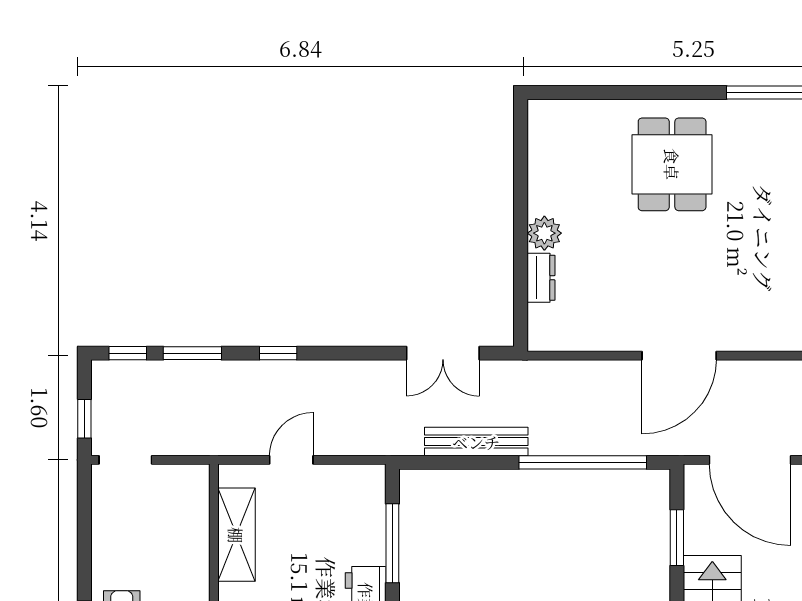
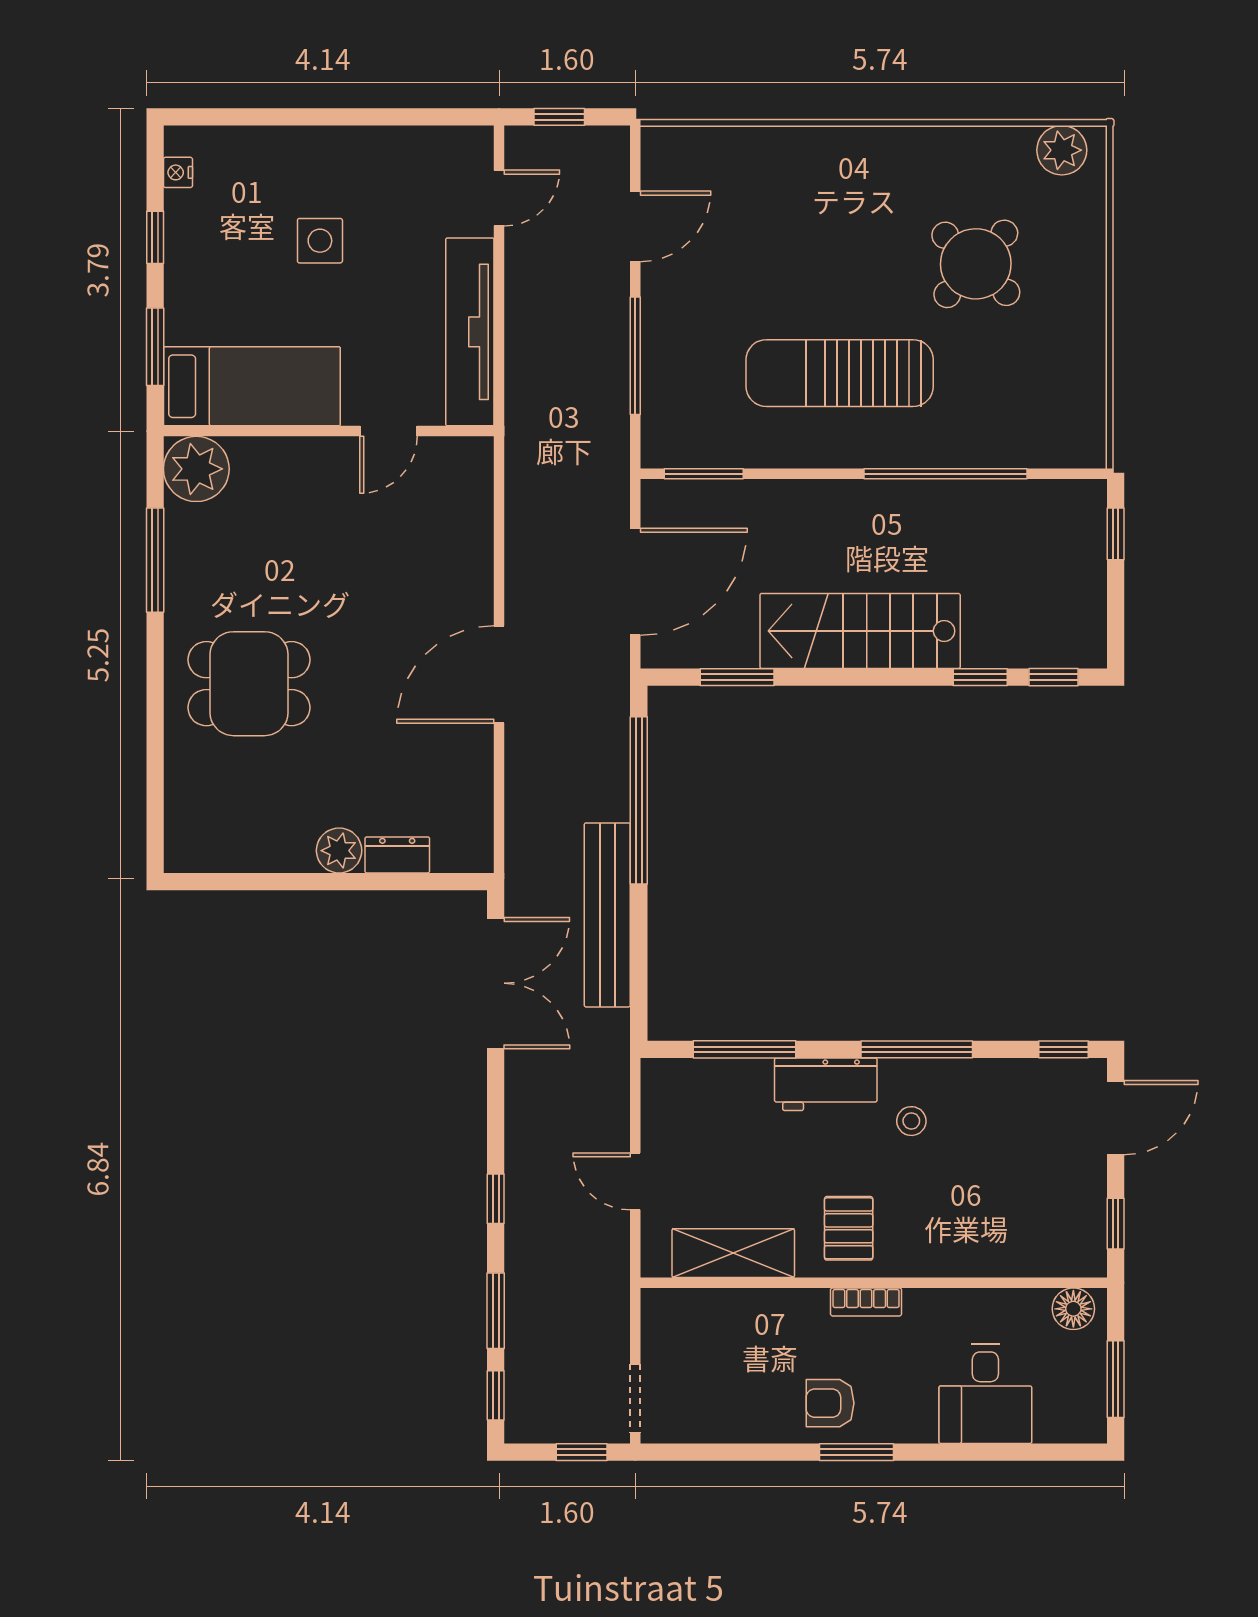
double door: (443, 353) -> (496, 983), width x1.37
door: (679, 356) -> (499, 674), swing flipped
bench: (476, 442) -> (607, 915), width x1.37, depth x1.21

